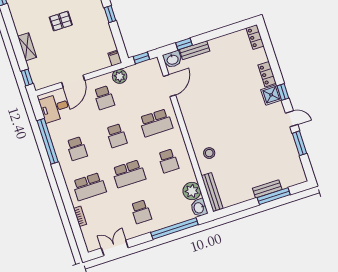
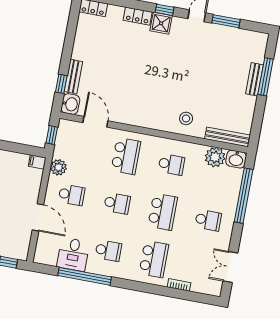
desk: (55, 108) -> (73, 254), moved

